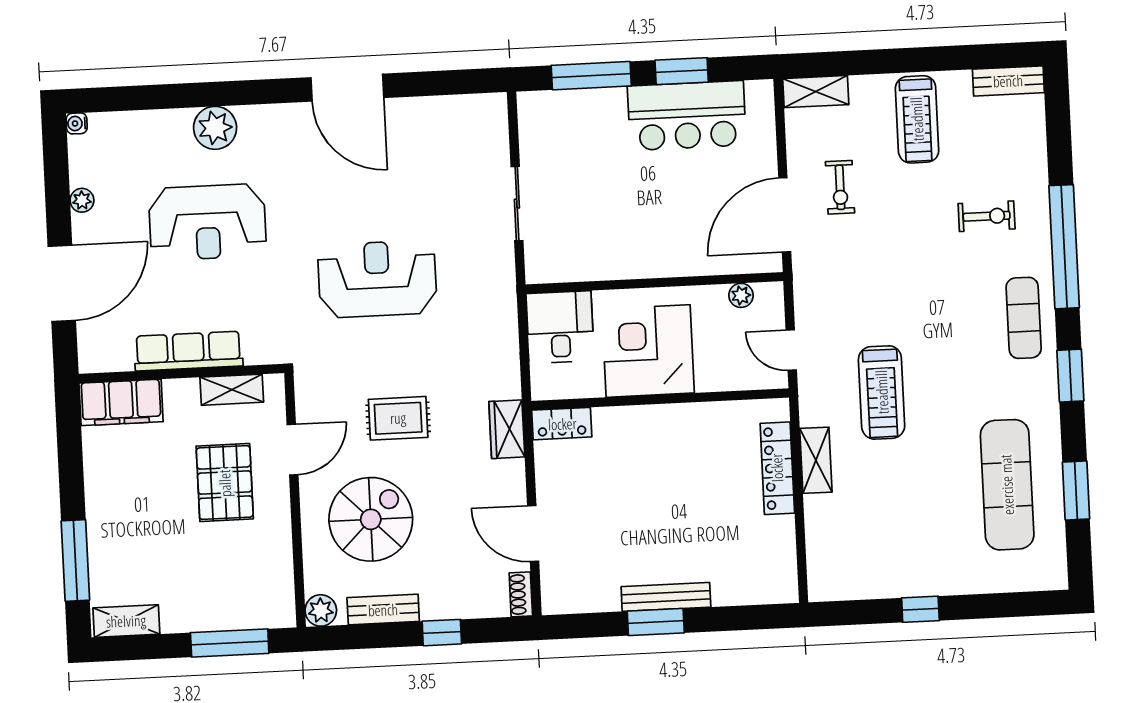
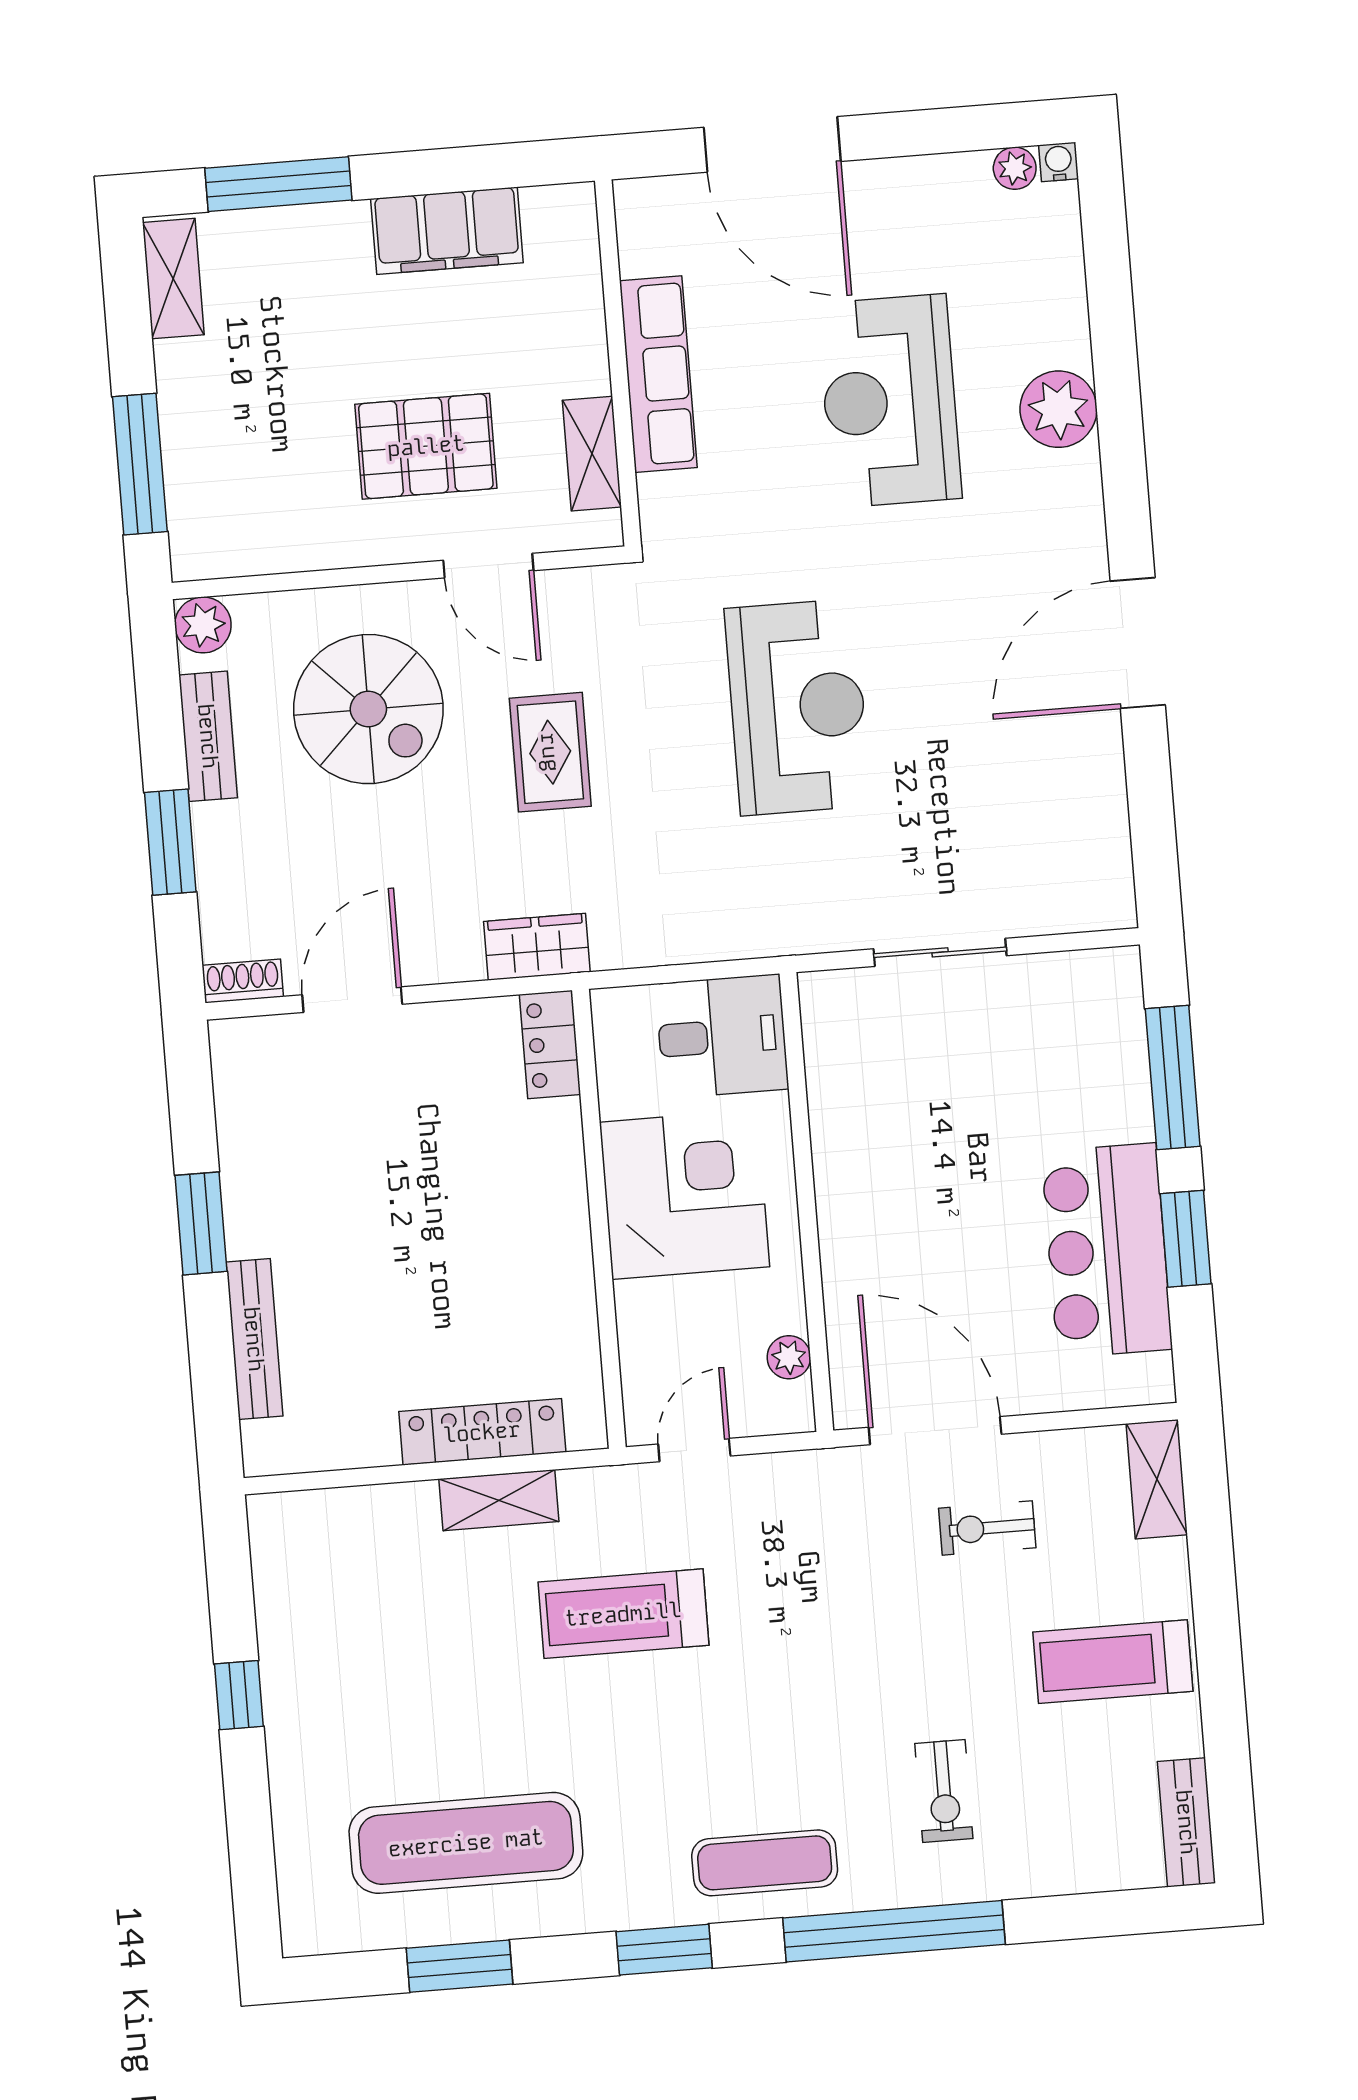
plant: (82, 200) -> (1015, 168), moved
filing cabinet: (121, 402) -> (447, 231), moved, turned -90
bench: (666, 597) -> (254, 1339), moved
window: (442, 633) -> (170, 842), width x1.50

